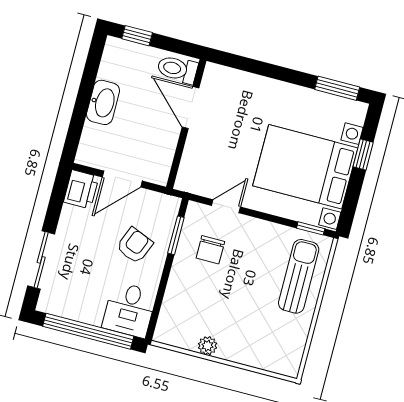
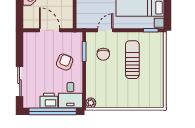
door: (122, 179) -> (50, 30), swing flipped
printer: (81, 189) -> (49, 101), moved, turned -90
sun lounger: (299, 276) -> (132, 60), moved
plant: (207, 346) -> (91, 103), moved

